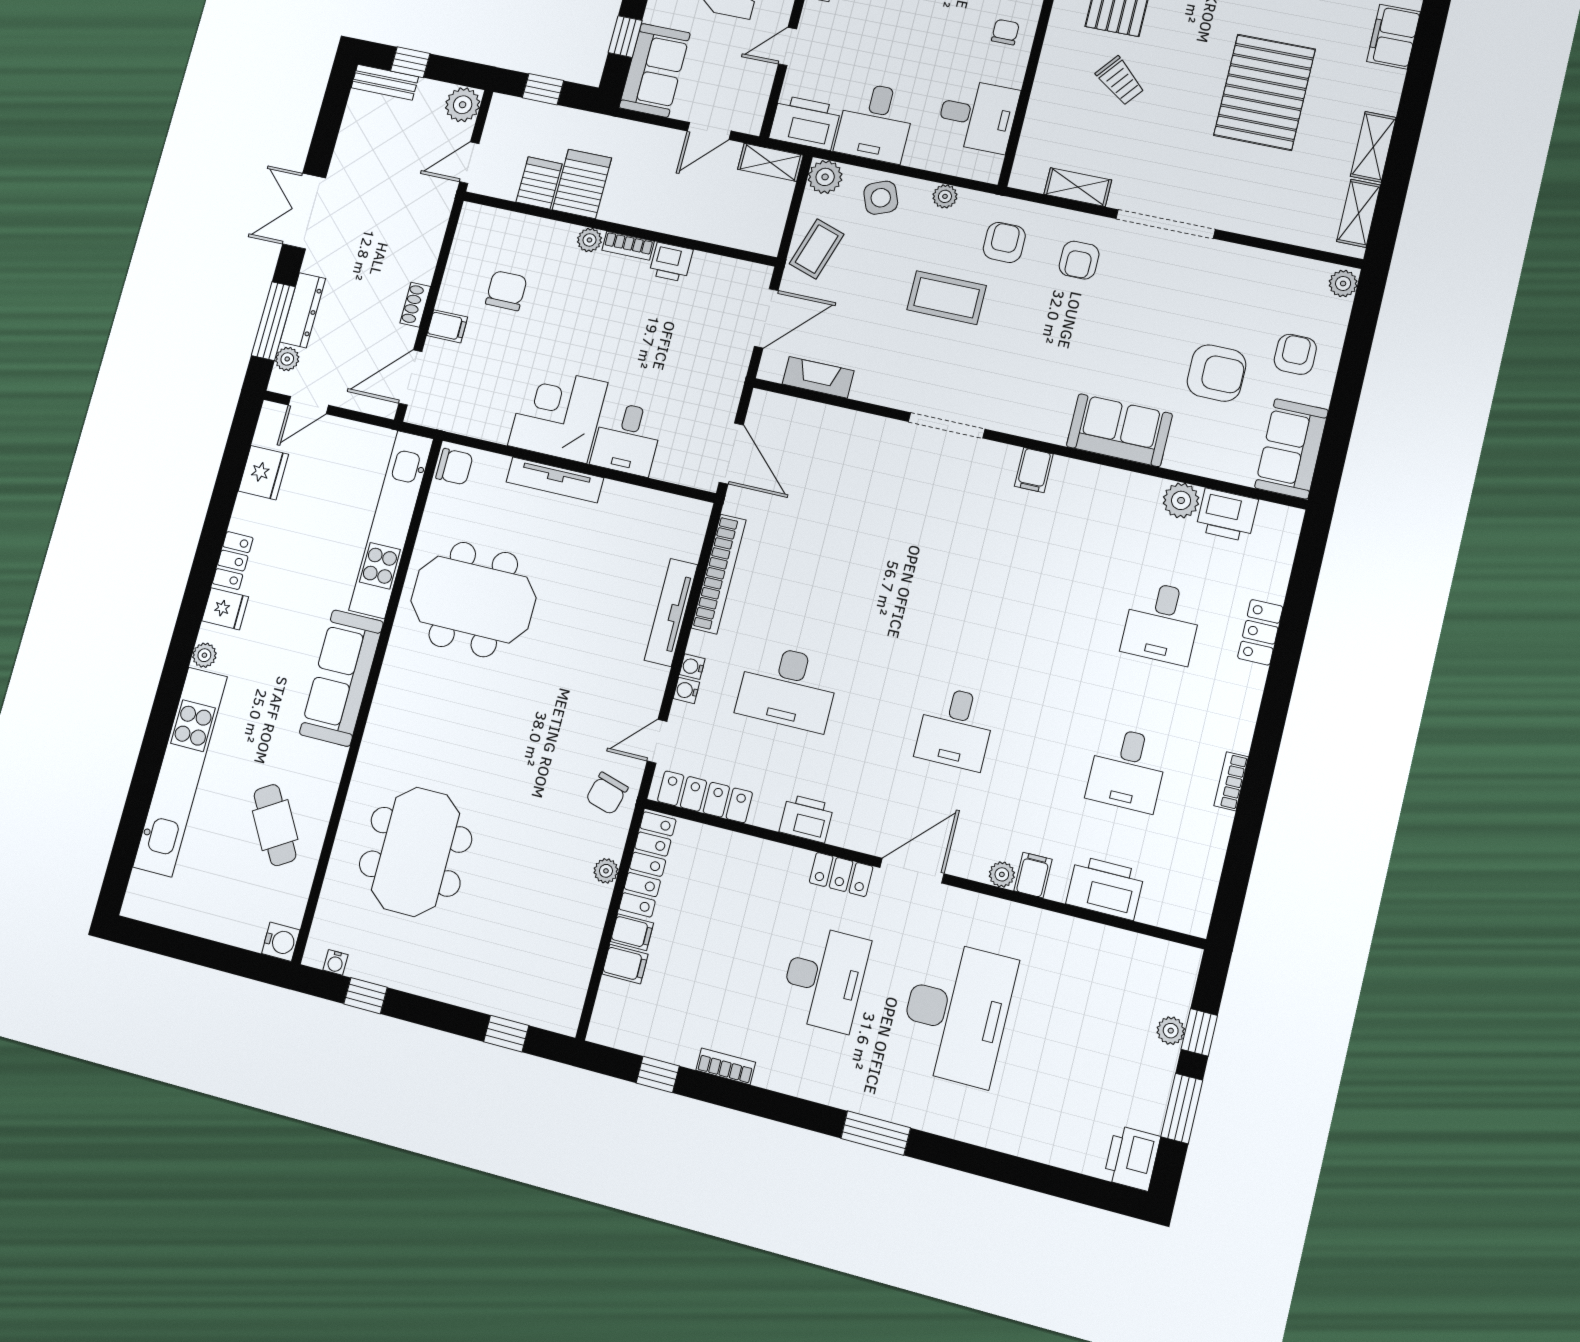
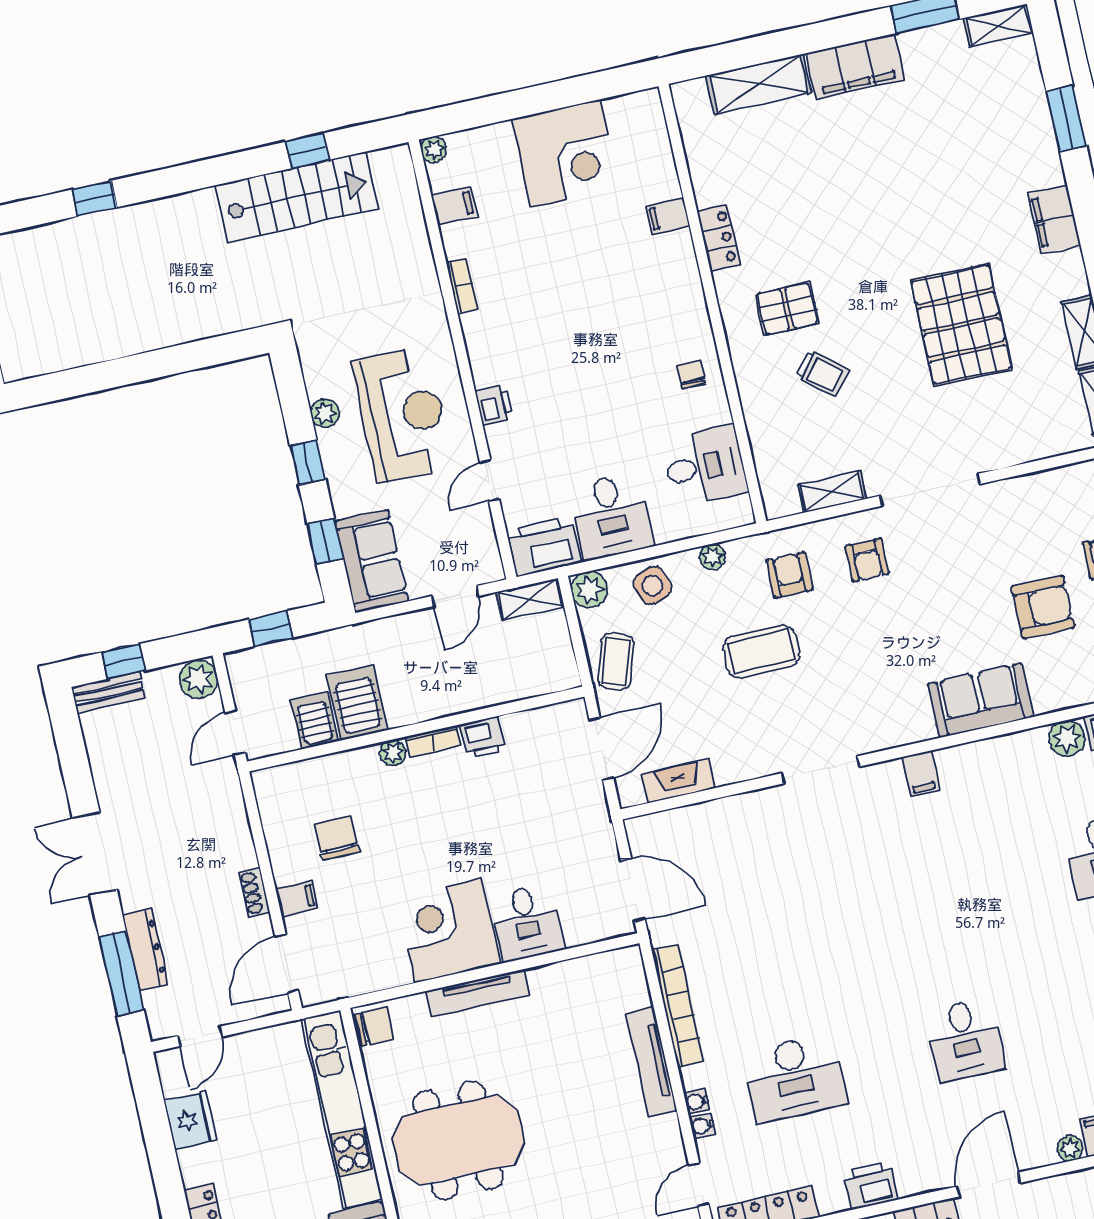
plant: (287, 359) -> (155, 1003), removed

